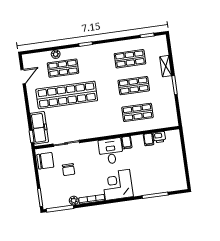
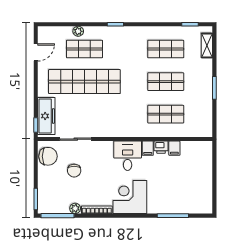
shelving: (166, 66) -> (207, 45), moved
printer: (159, 137) -> (161, 147), moved

